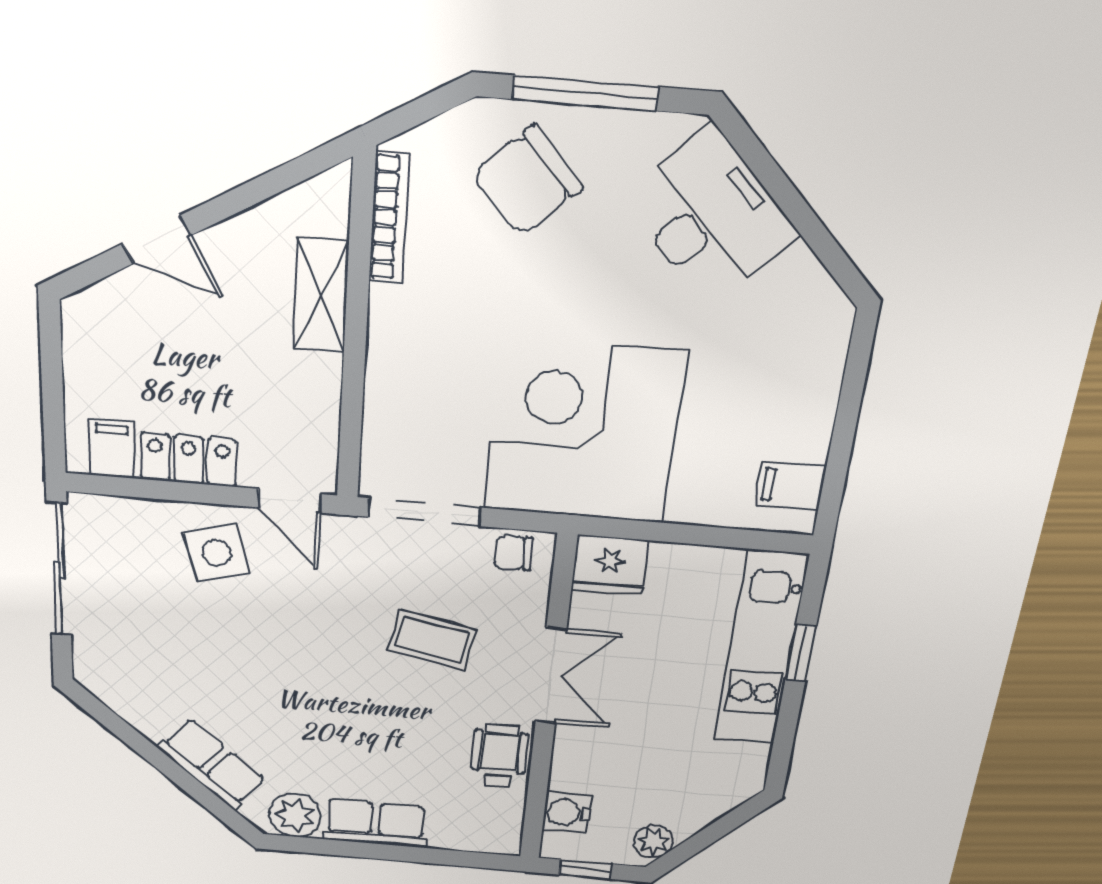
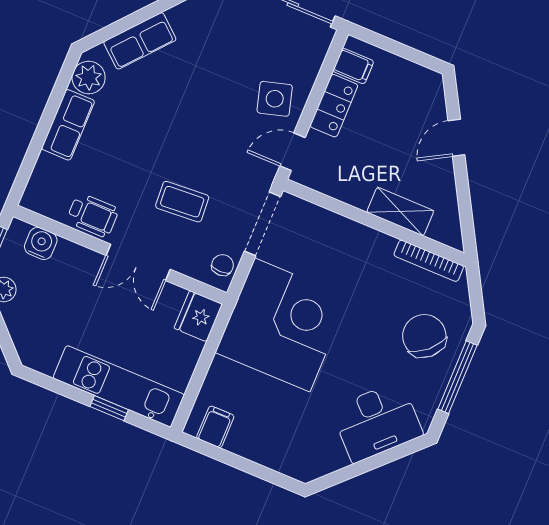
coffee table: (432, 640) -> (182, 202), turned 75

